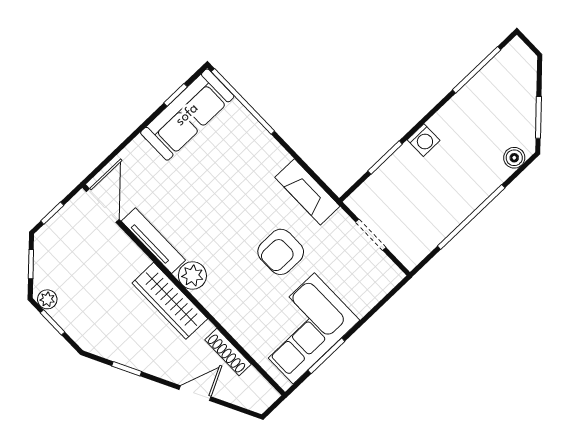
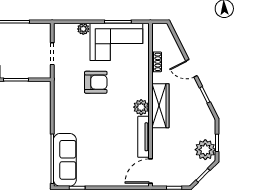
sofa: (187, 115) -> (65, 160), moved, turned 90
fireplace: (307, 192) -> (61, 96), removed
plant: (47, 299) -> (205, 150), width x1.88, depth x1.88
plant: (362, 304) -> (83, 29), added
shoe rack: (228, 352) -> (157, 62), width x0.70
door: (195, 393) -> (191, 68), moved

